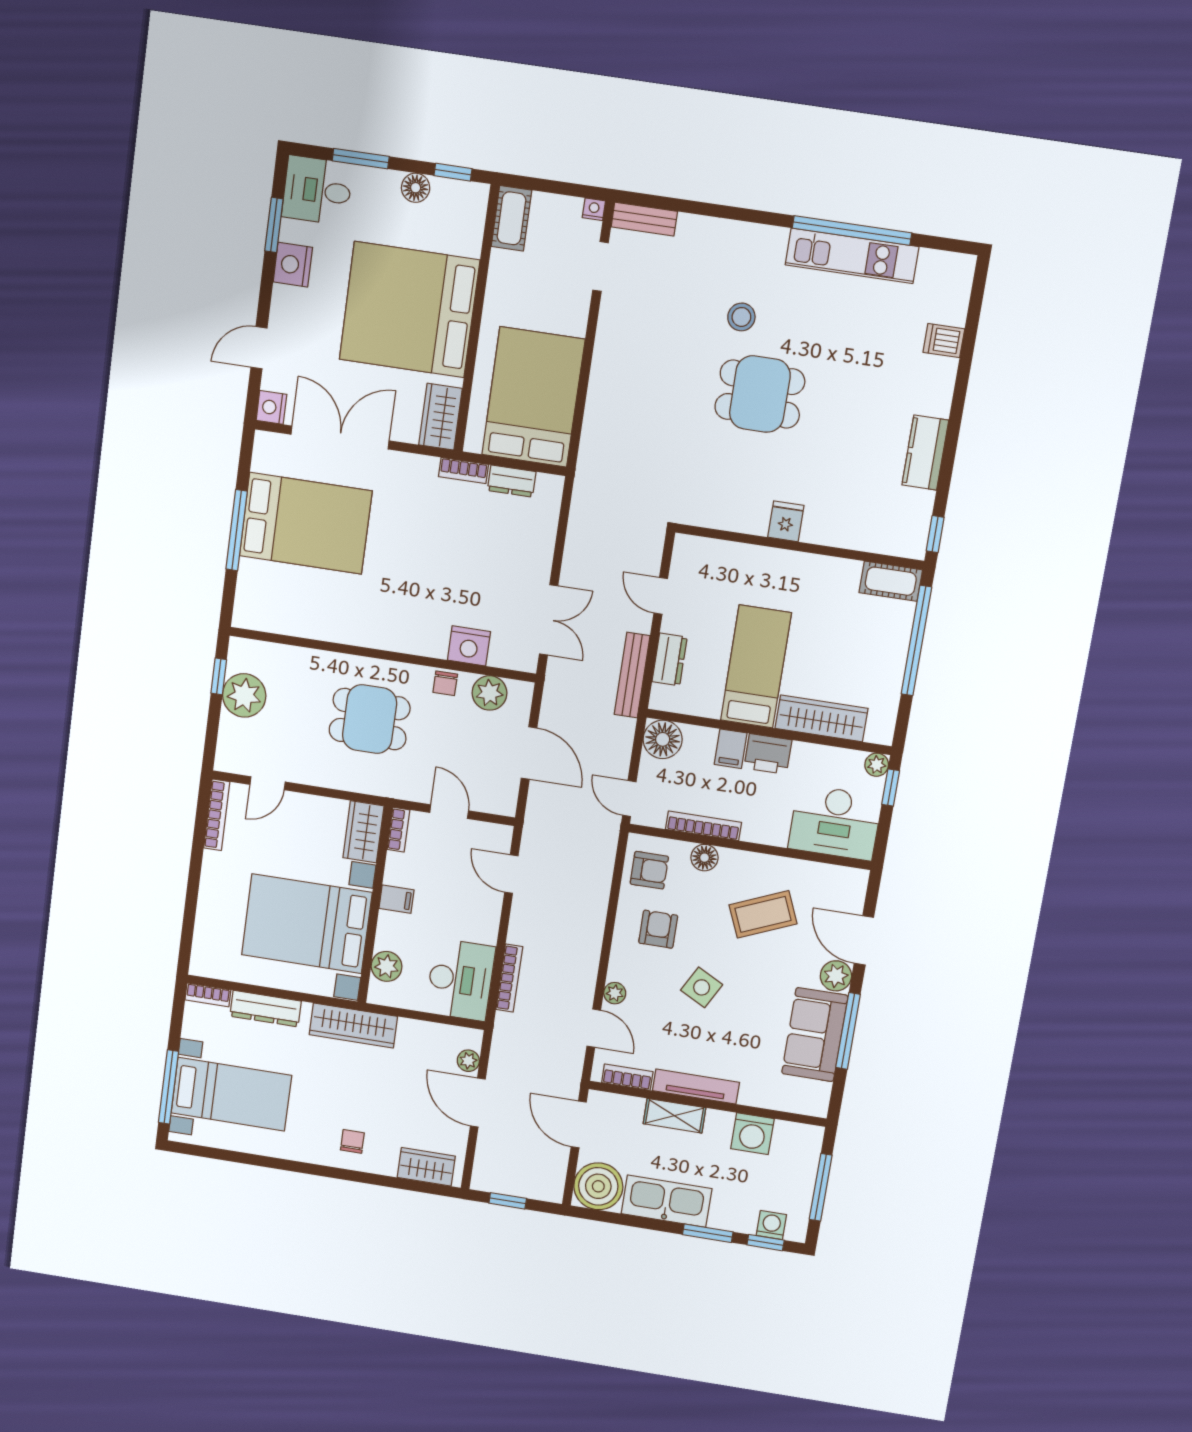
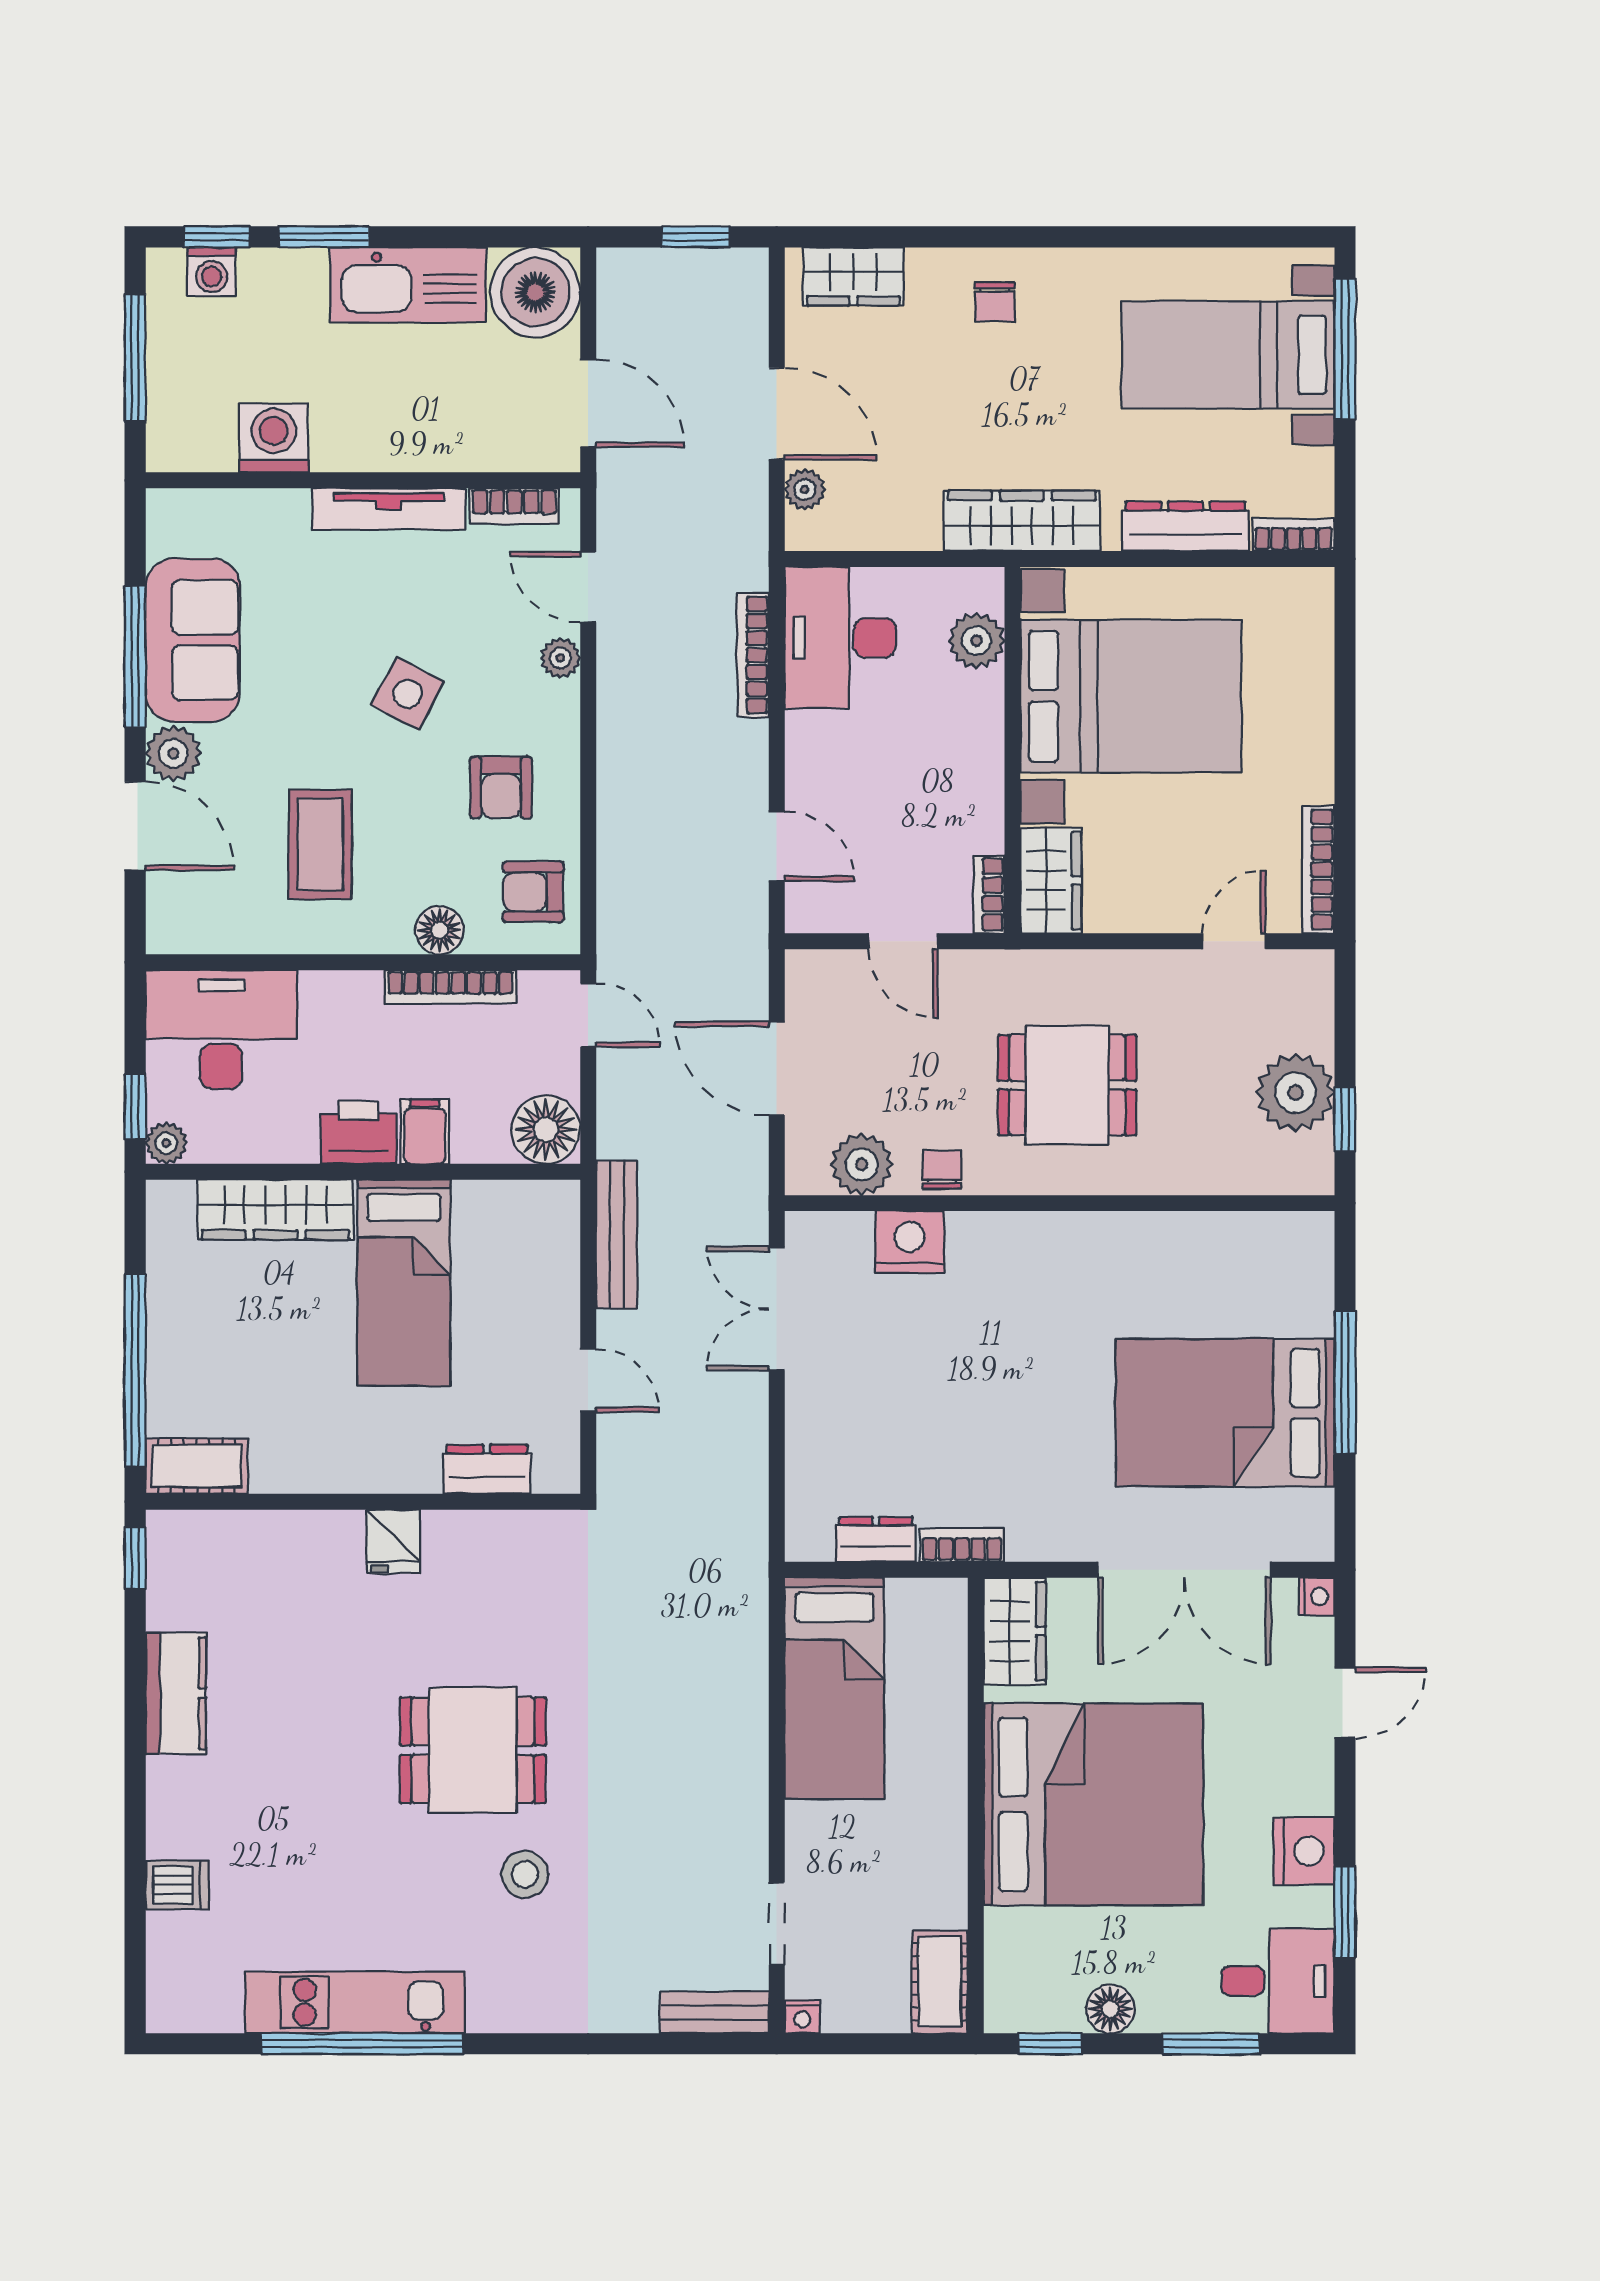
bed: (533, 397) -> (834, 1688), width x0.67
nightstand: (271, 407) -> (1317, 1596), width x0.72, depth x0.74
dresser: (670, 659) -> (487, 1469), moved, turned 90
filing cabinet: (397, 899) -> (975, 767), removed
coffee table: (763, 914) -> (320, 844), turned -67
shelving: (675, 1116) -> (418, 448), removed

